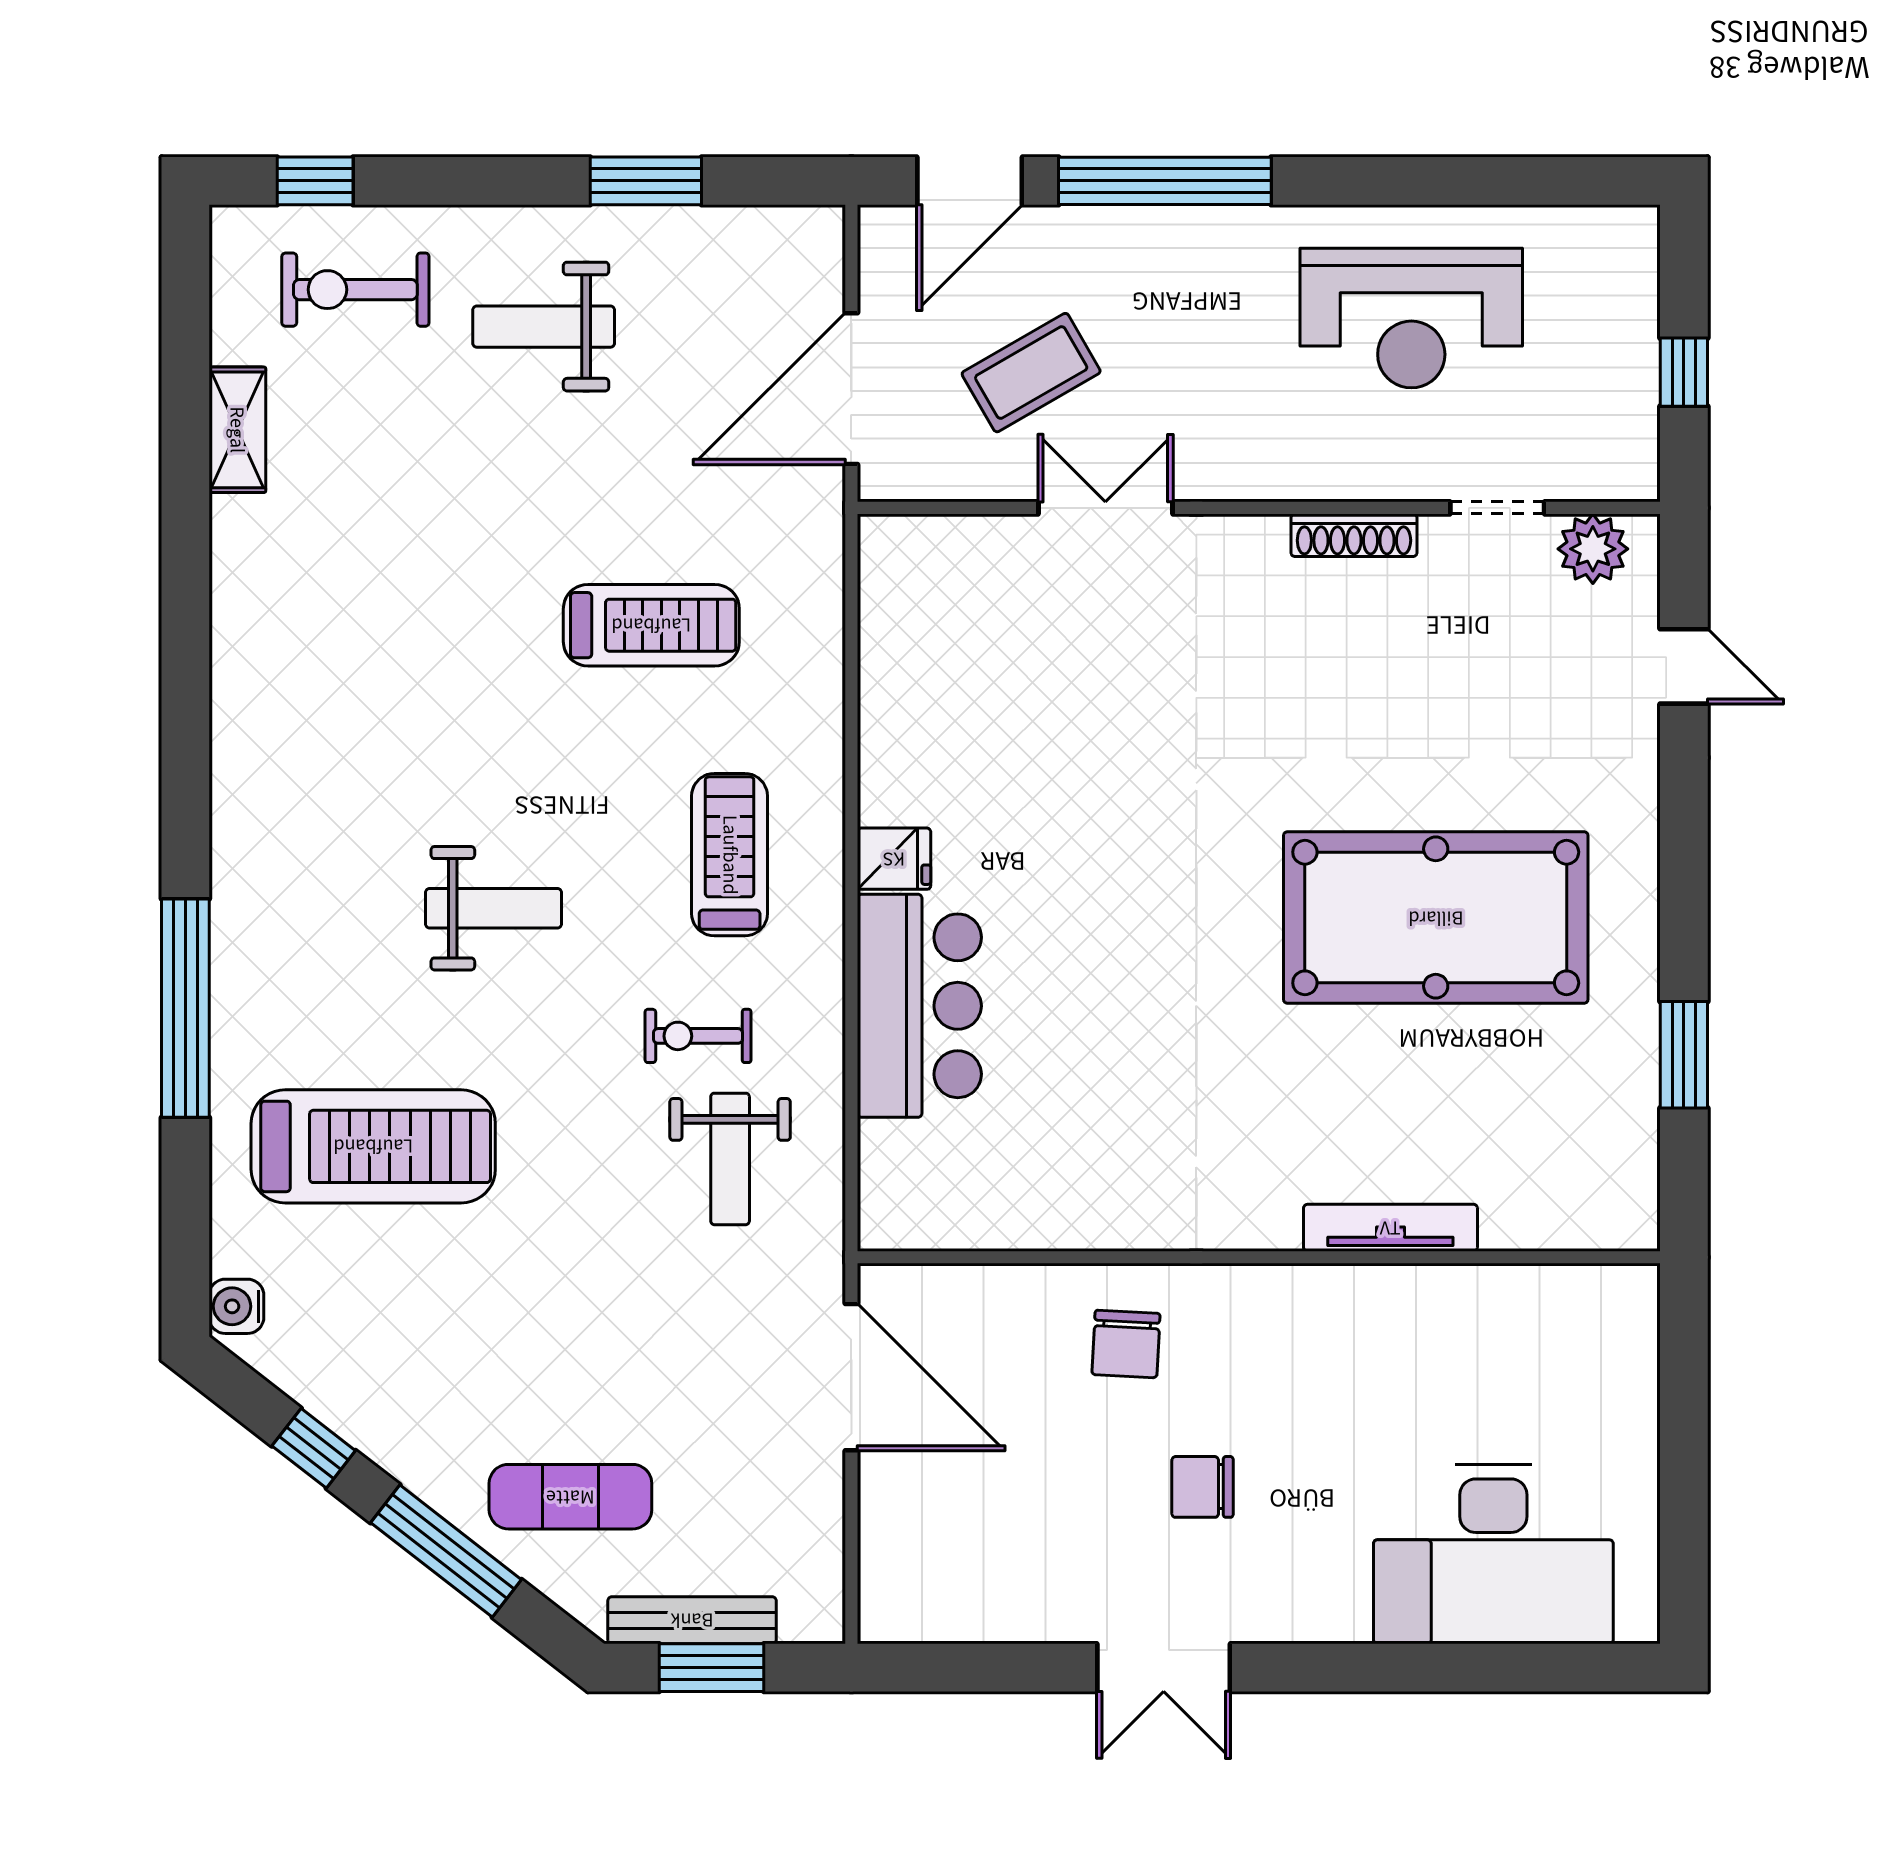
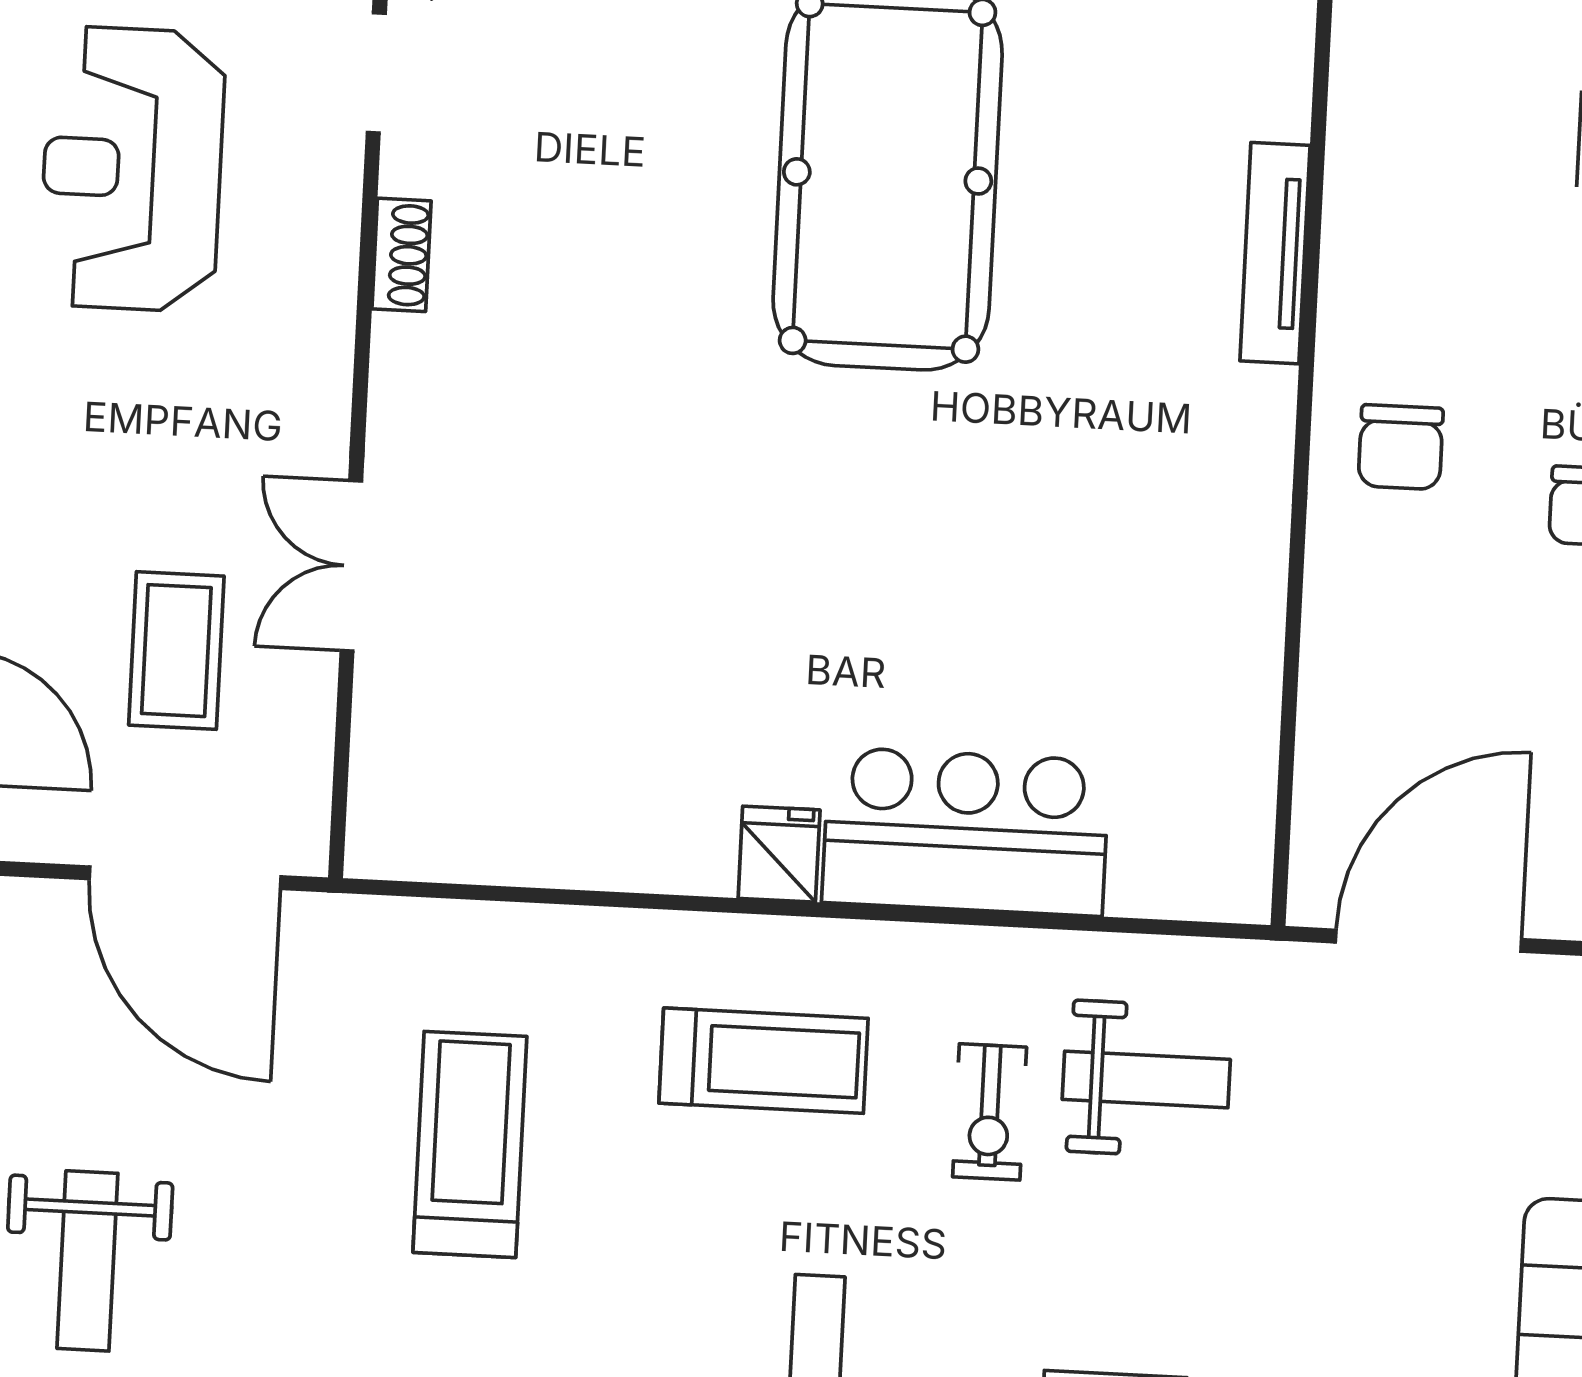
reception desk: (1411, 318) -> (132, 169), turned 180
coffee table: (1031, 373) -> (176, 651), turned 30
shoe rack: (1354, 535) -> (402, 255), width x0.70
treadmill: (730, 855) -> (764, 1061), turned 180
chair: (1126, 1344) -> (1401, 447), moved, turned 87

